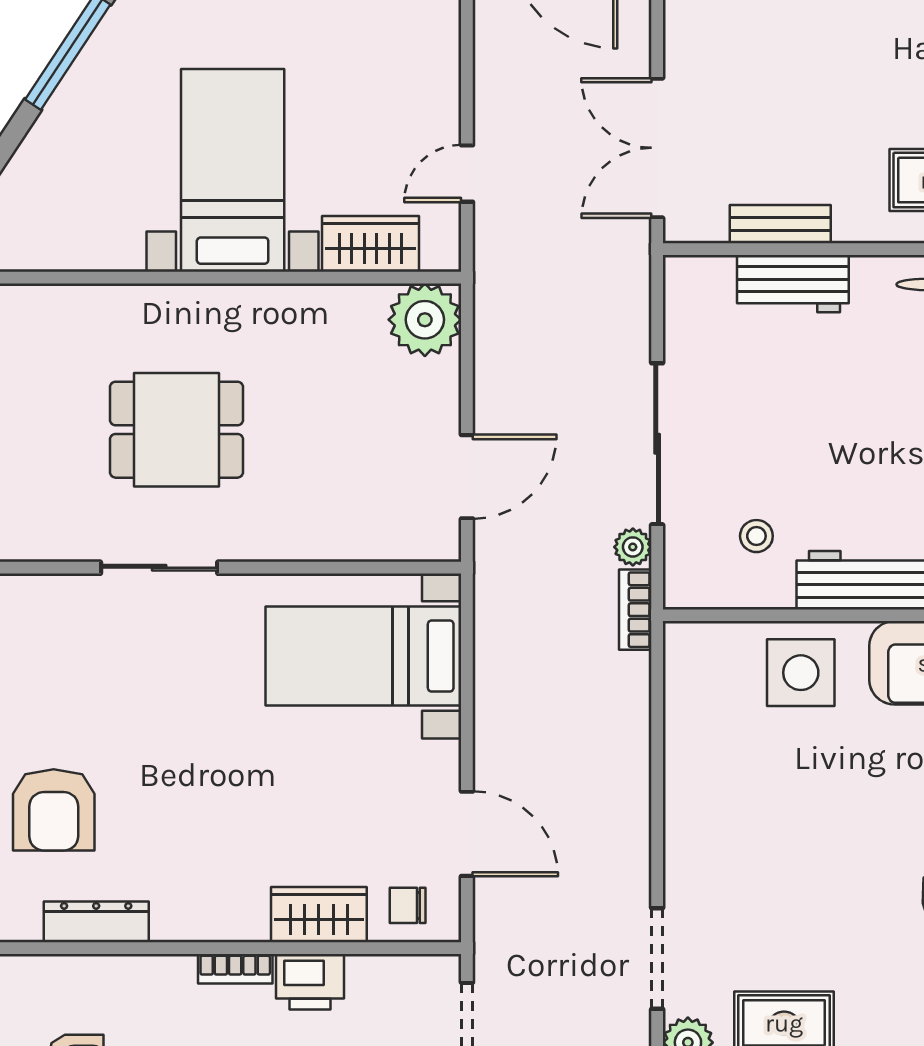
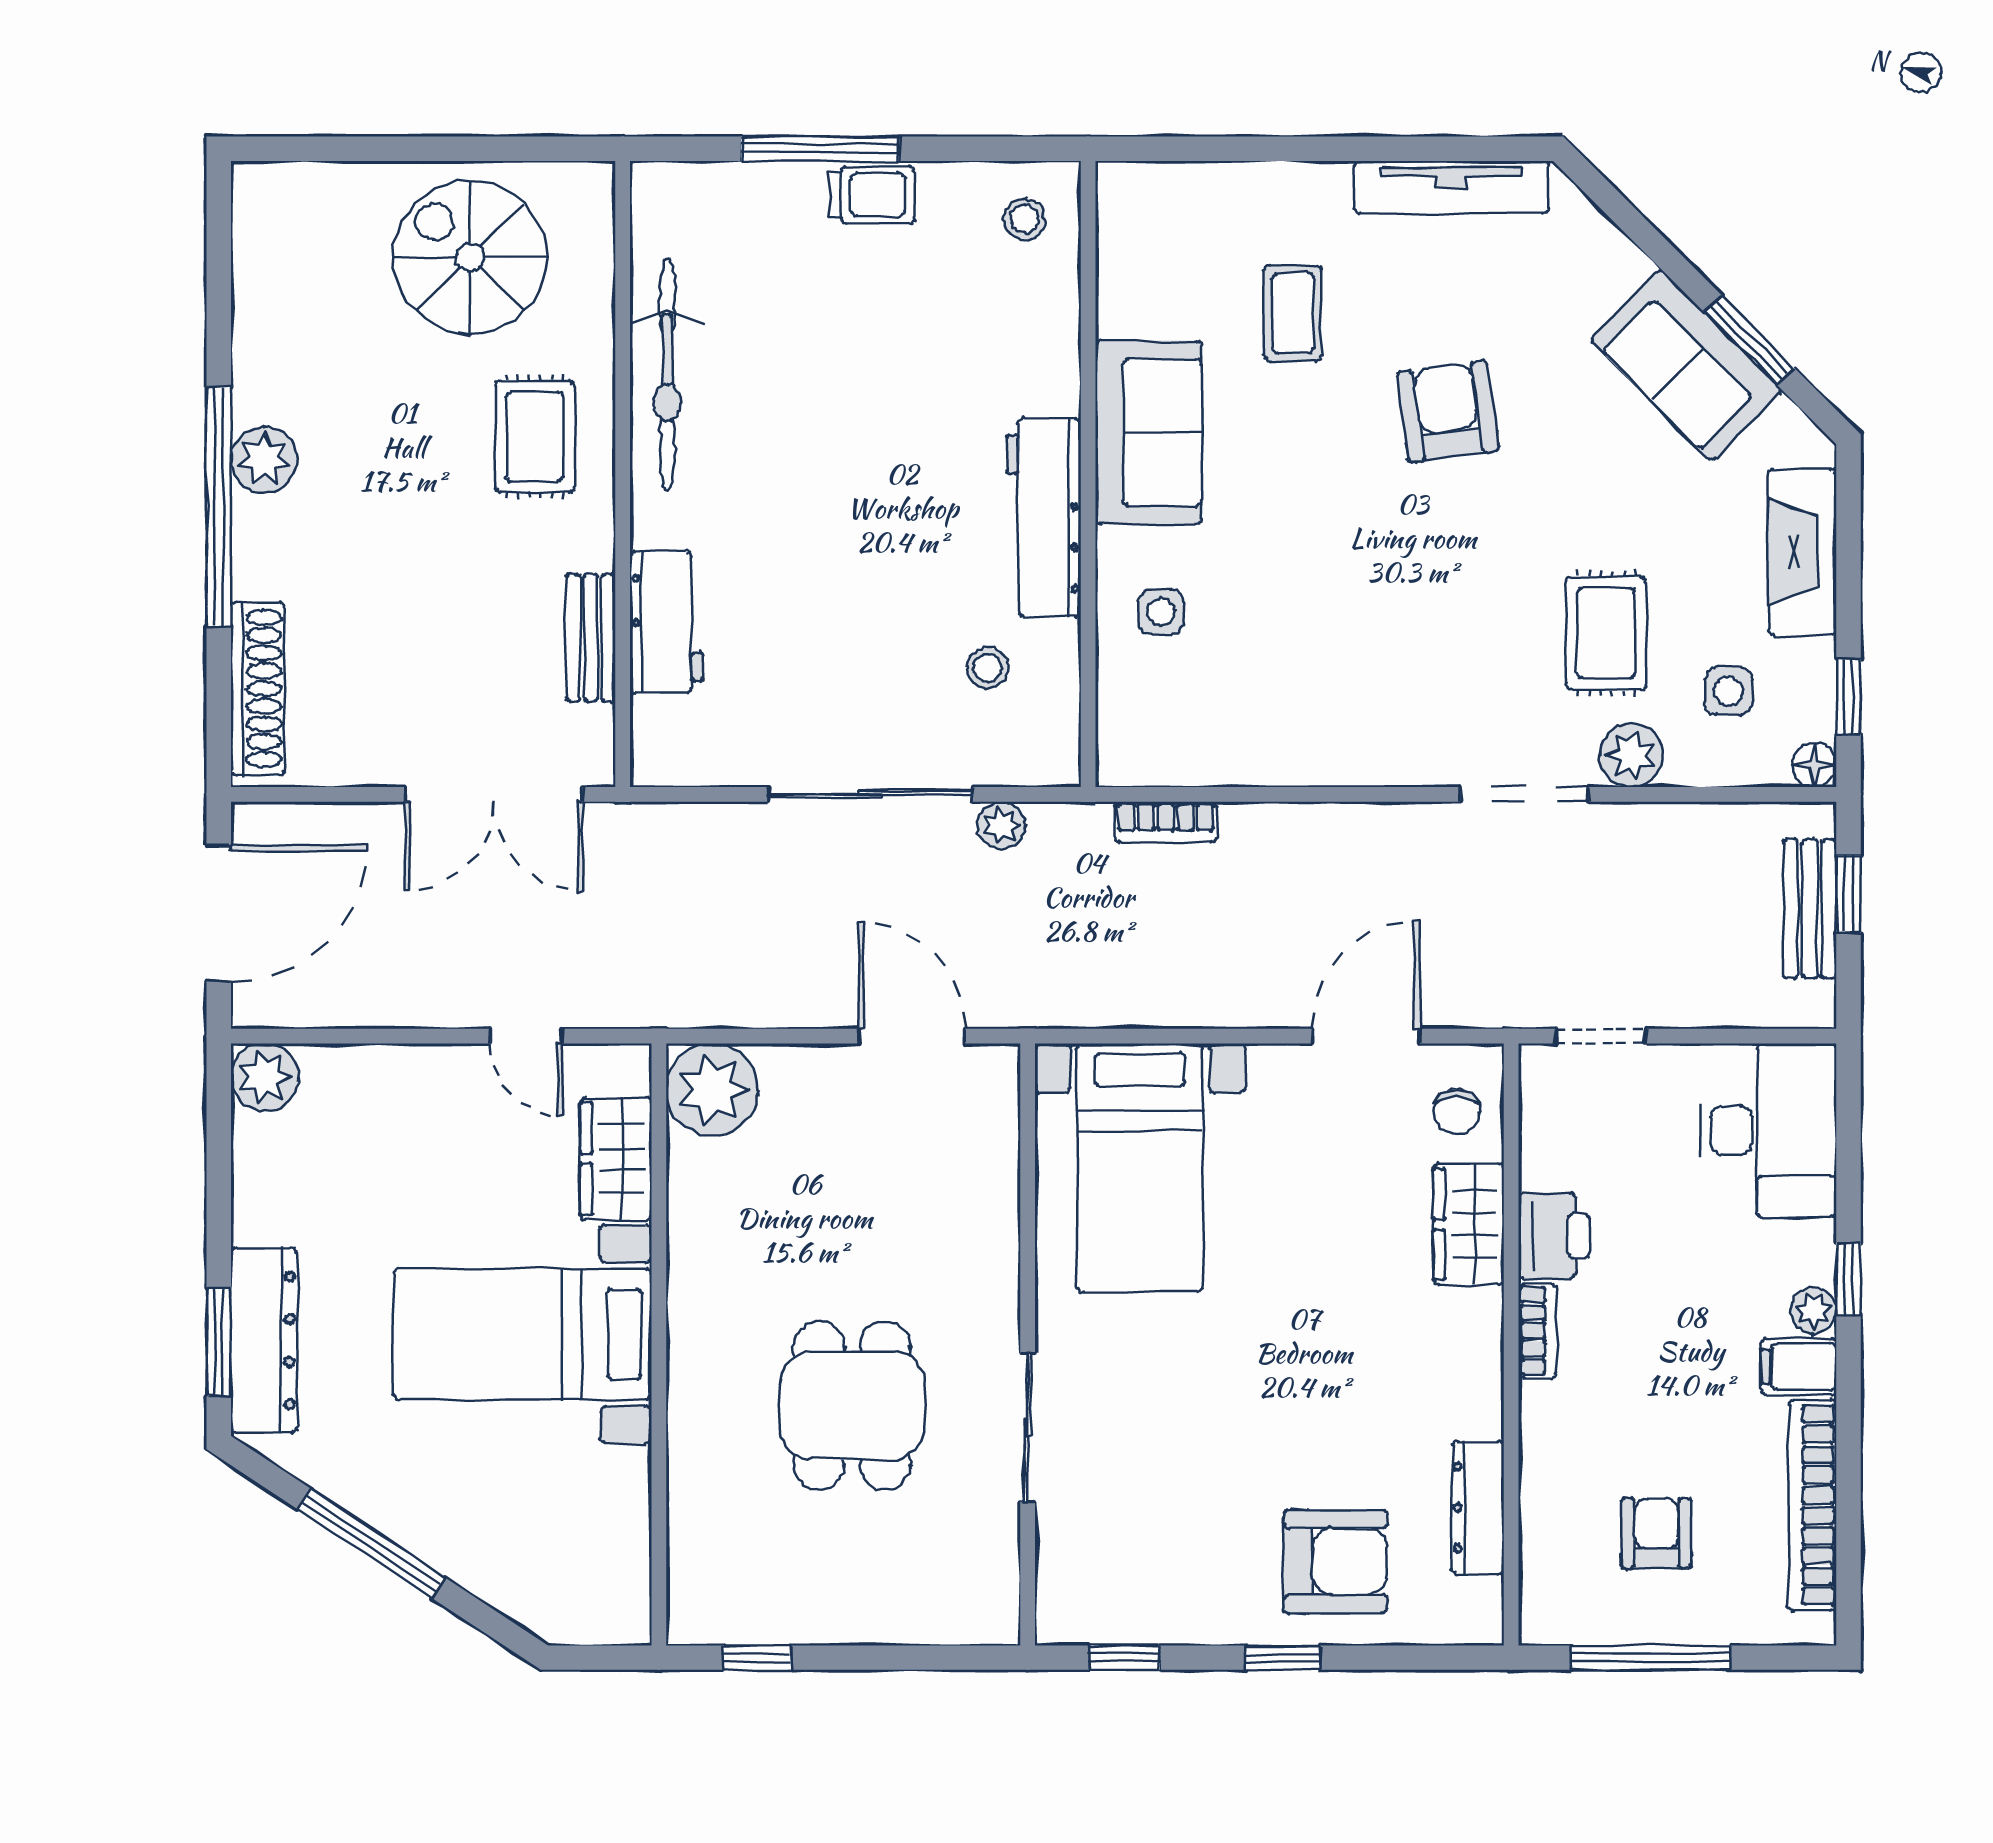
bookcase: (635, 610) -> (1166, 822), moved
side table: (801, 673) -> (1161, 612), width x0.54, depth x0.54

